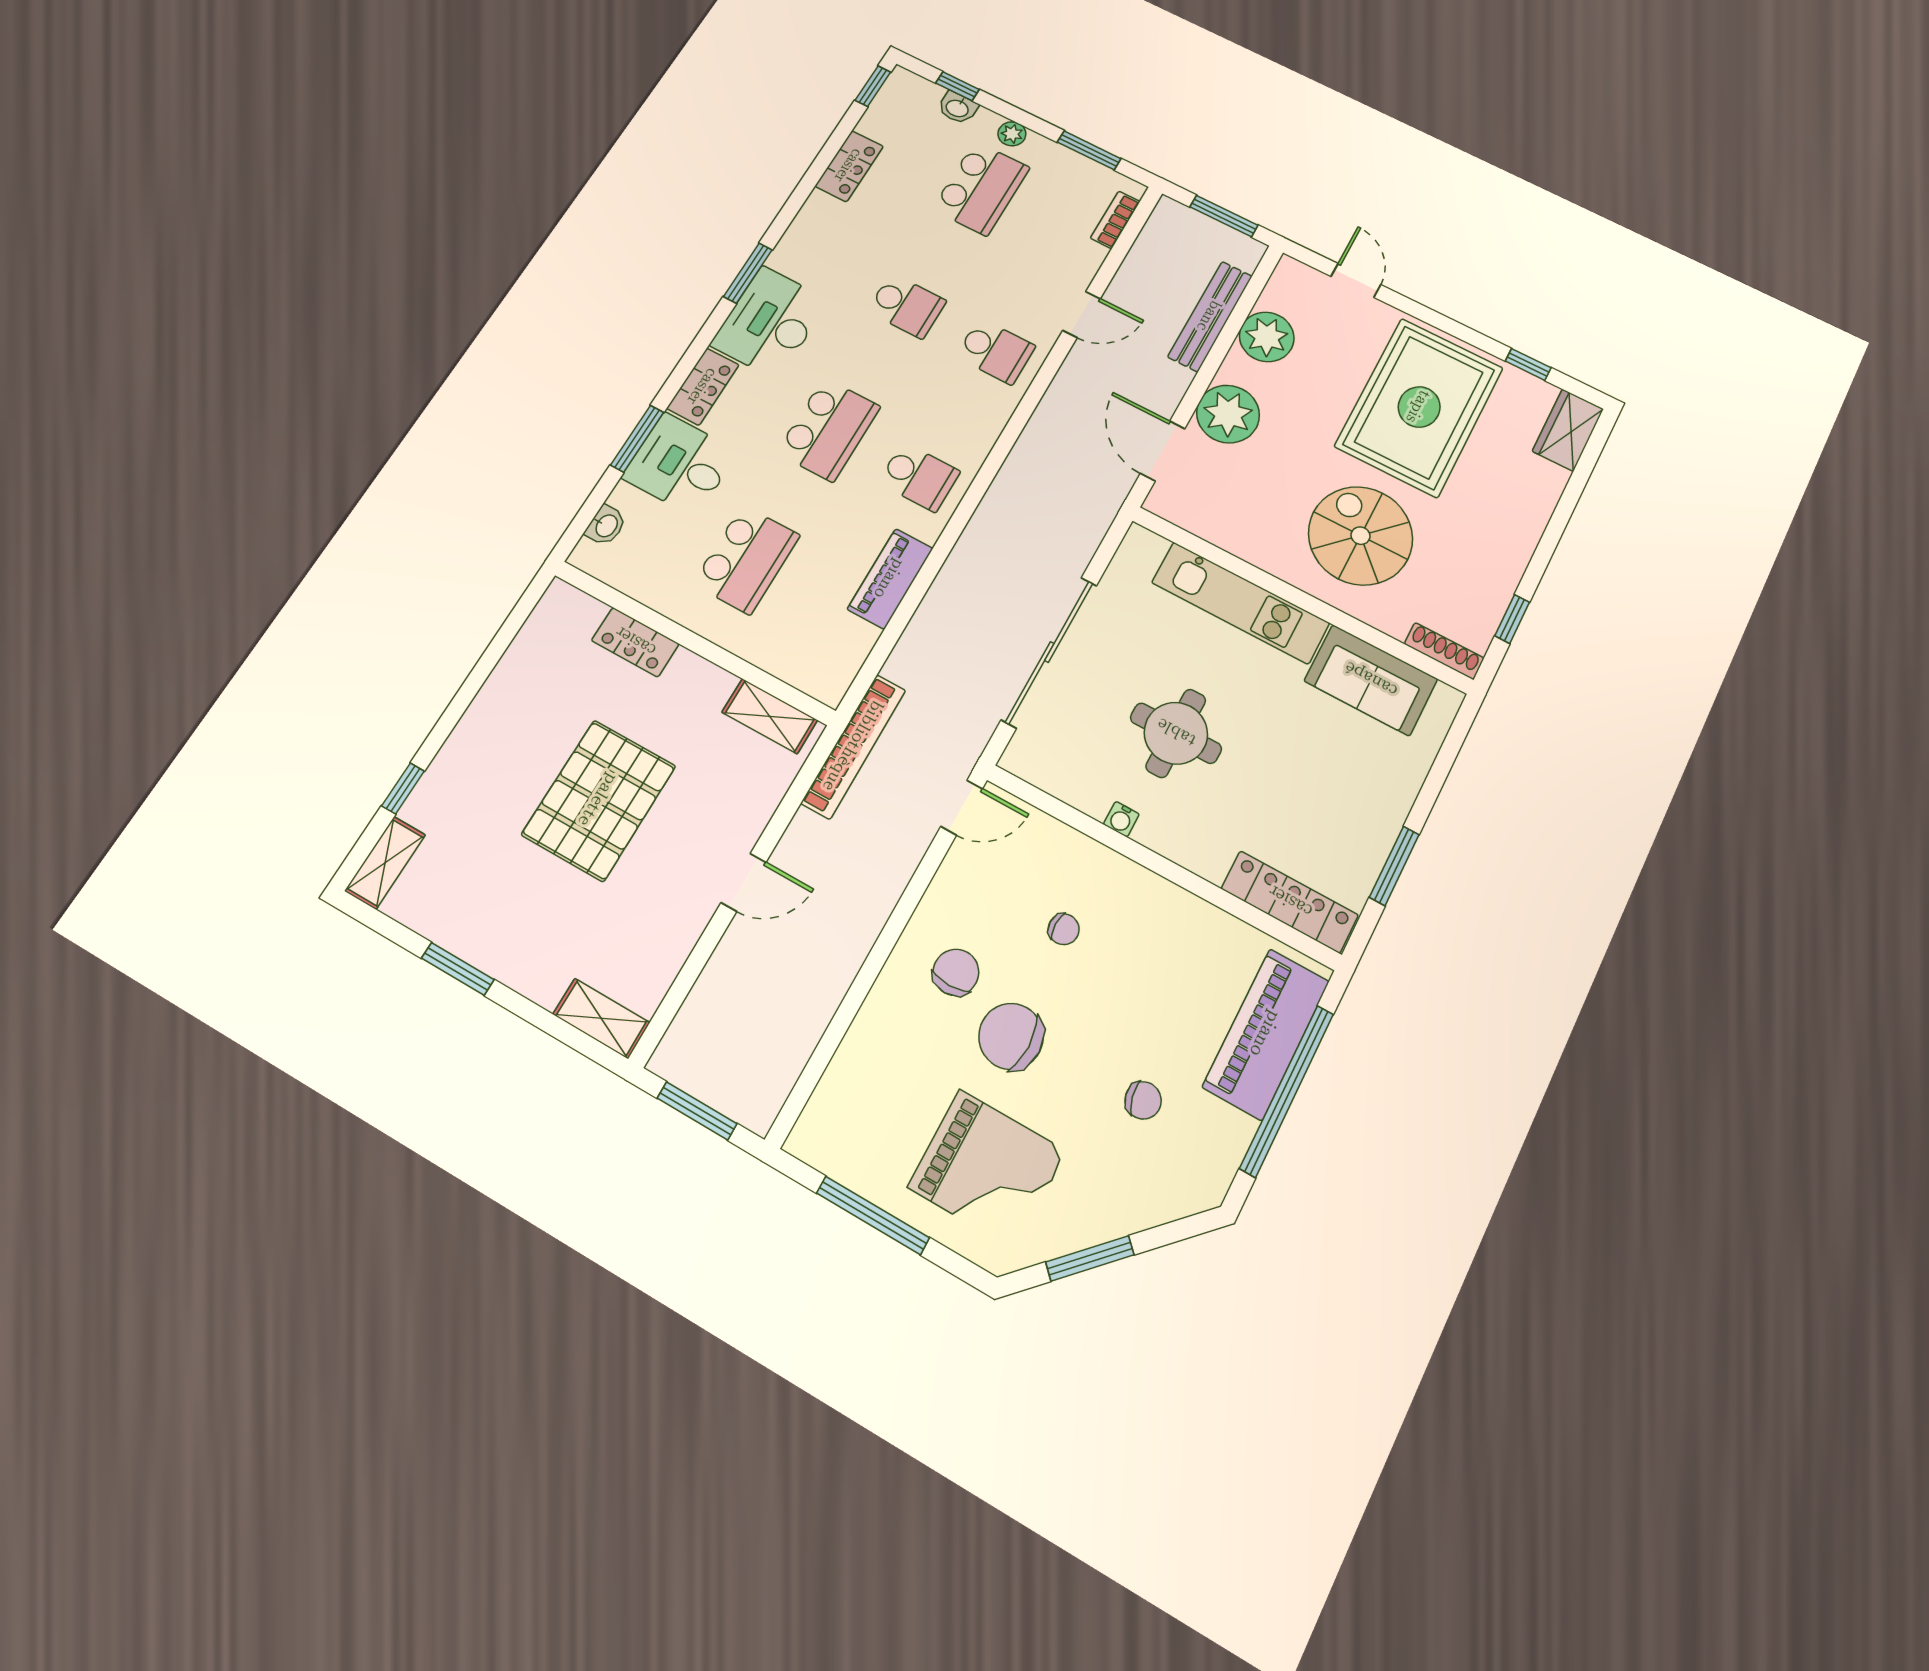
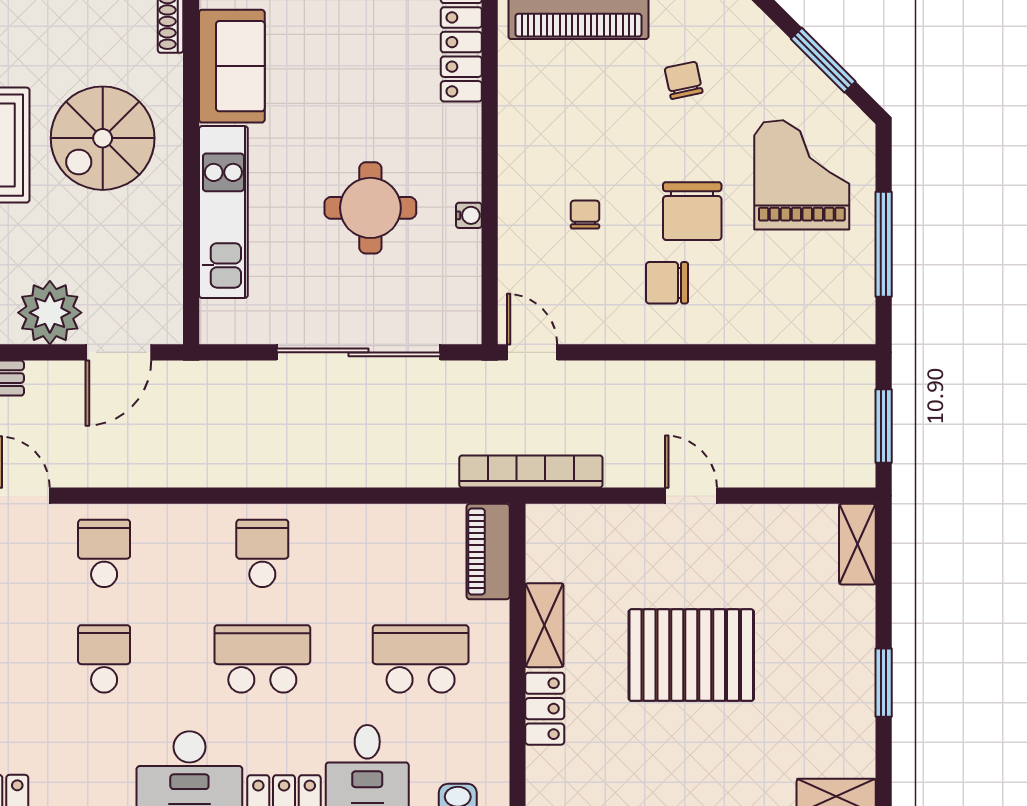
piano: (890, 579) -> (488, 552), moved, turned 90
shelving: (770, 716) -> (544, 625), moved

